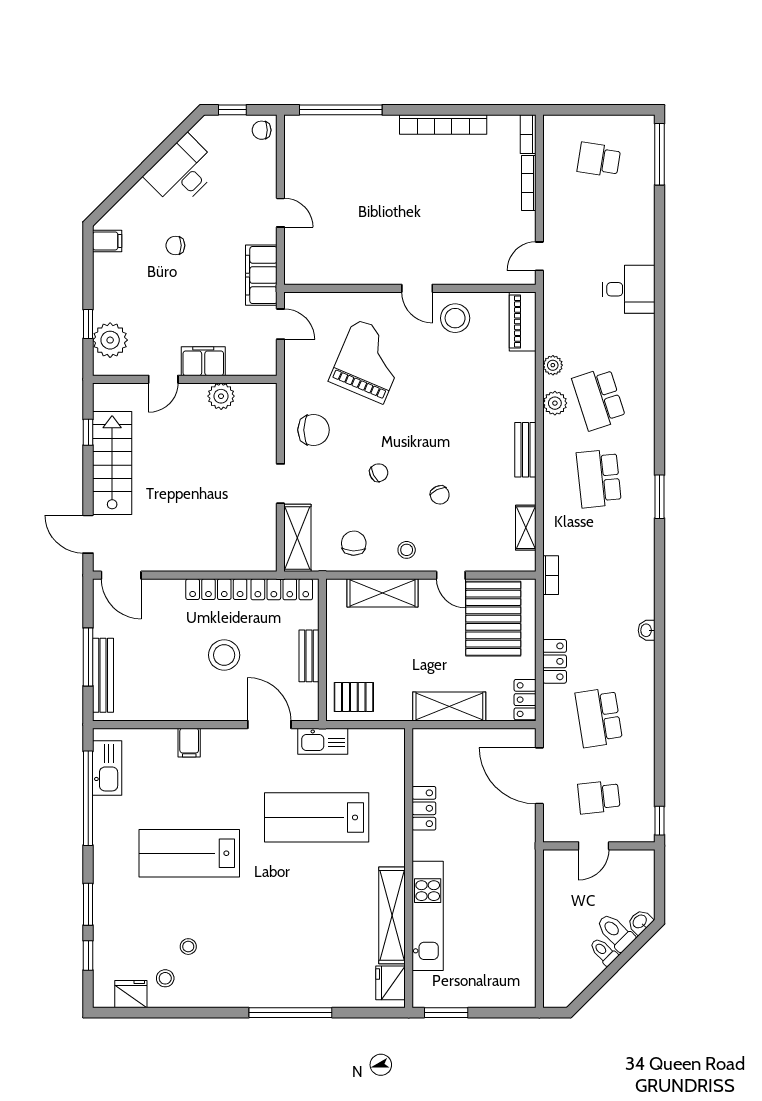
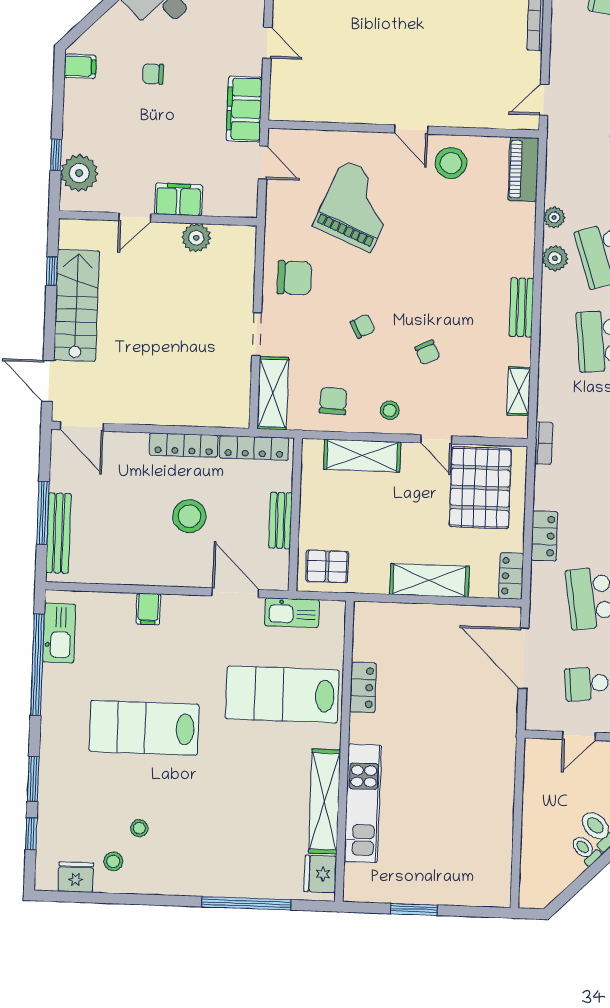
locker: (424, 808) -> (363, 688), moved
wall: (409, 868) -> (344, 751), moved
shelving: (392, 915) -> (324, 801), moved
kitchen unit: (428, 916) -> (363, 803), moved
fridge: (391, 983) -> (320, 874), moved

